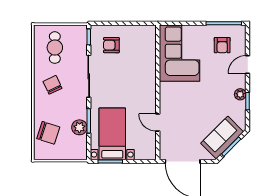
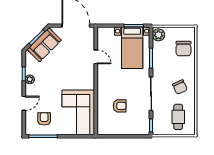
armchair: (111, 45) -> (120, 106), moved
plant: (79, 127) -> (158, 35), moved
chair: (48, 133) -> (183, 49), turned -108

